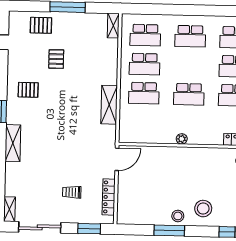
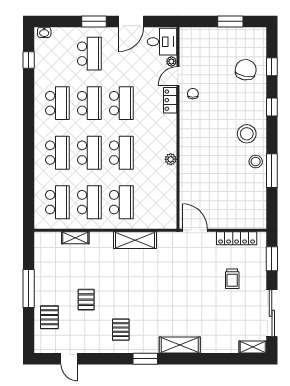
shelving: (113, 26) -> (75, 238), moved
pallet: (56, 59) -> (86, 300), turned 90
school desk: (190, 65) -> (89, 153), added

